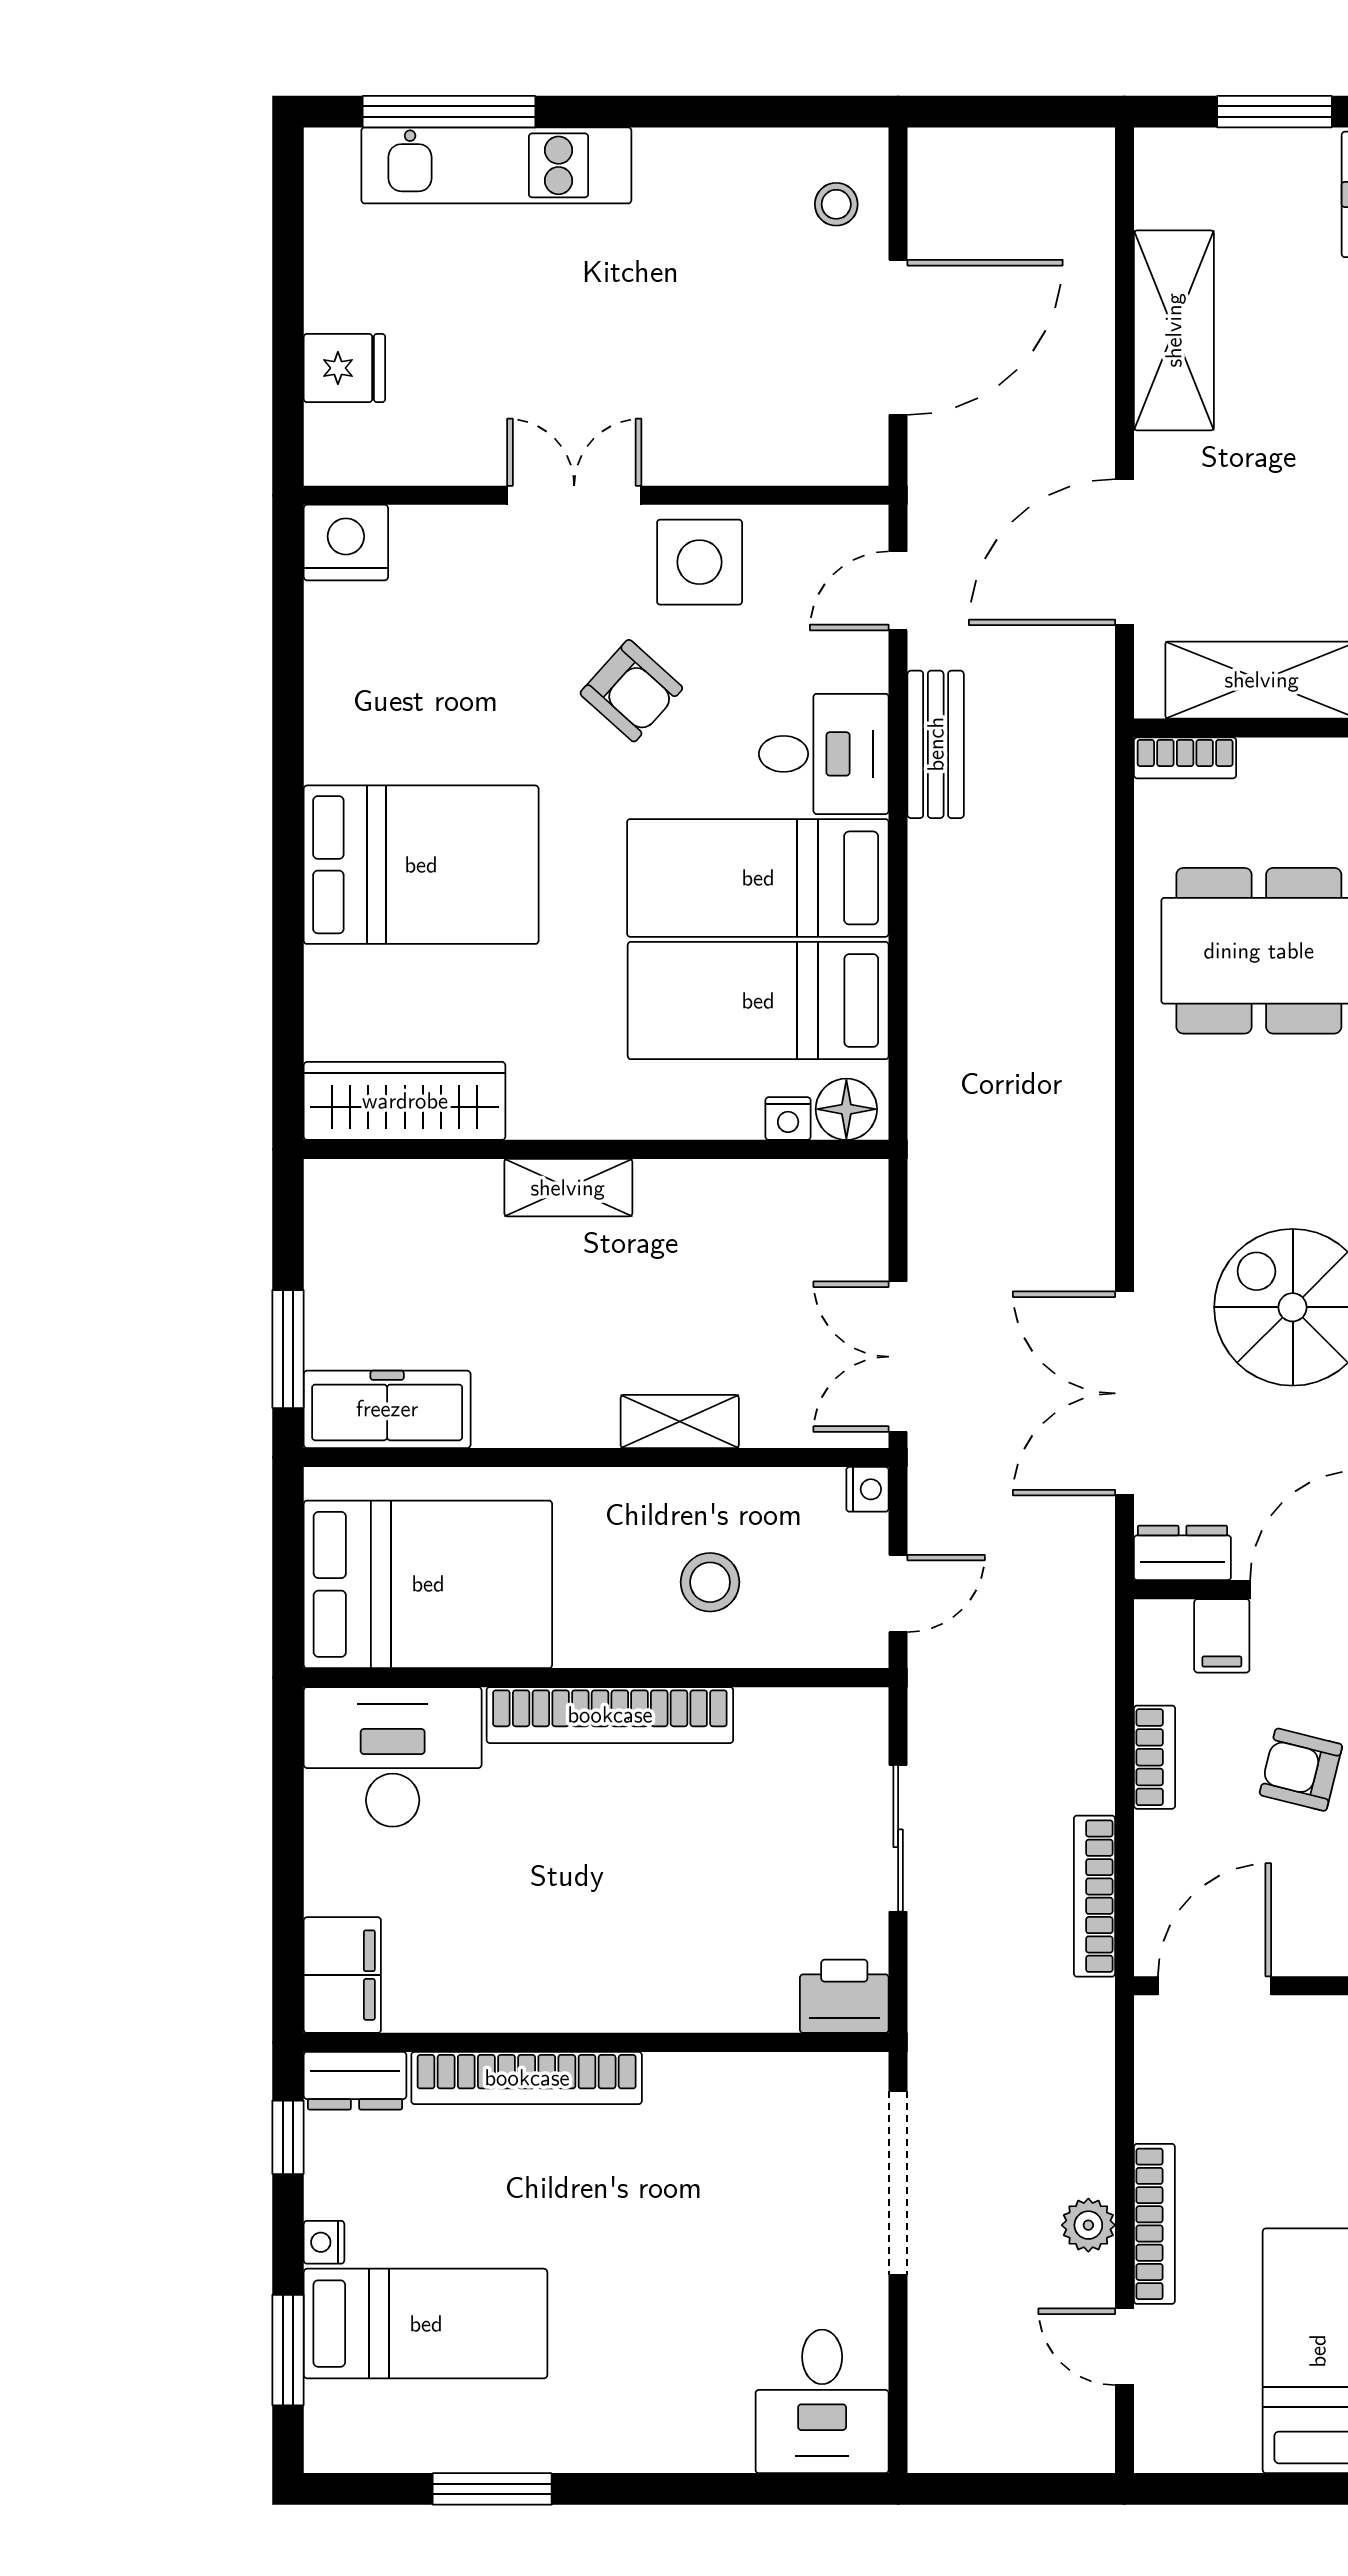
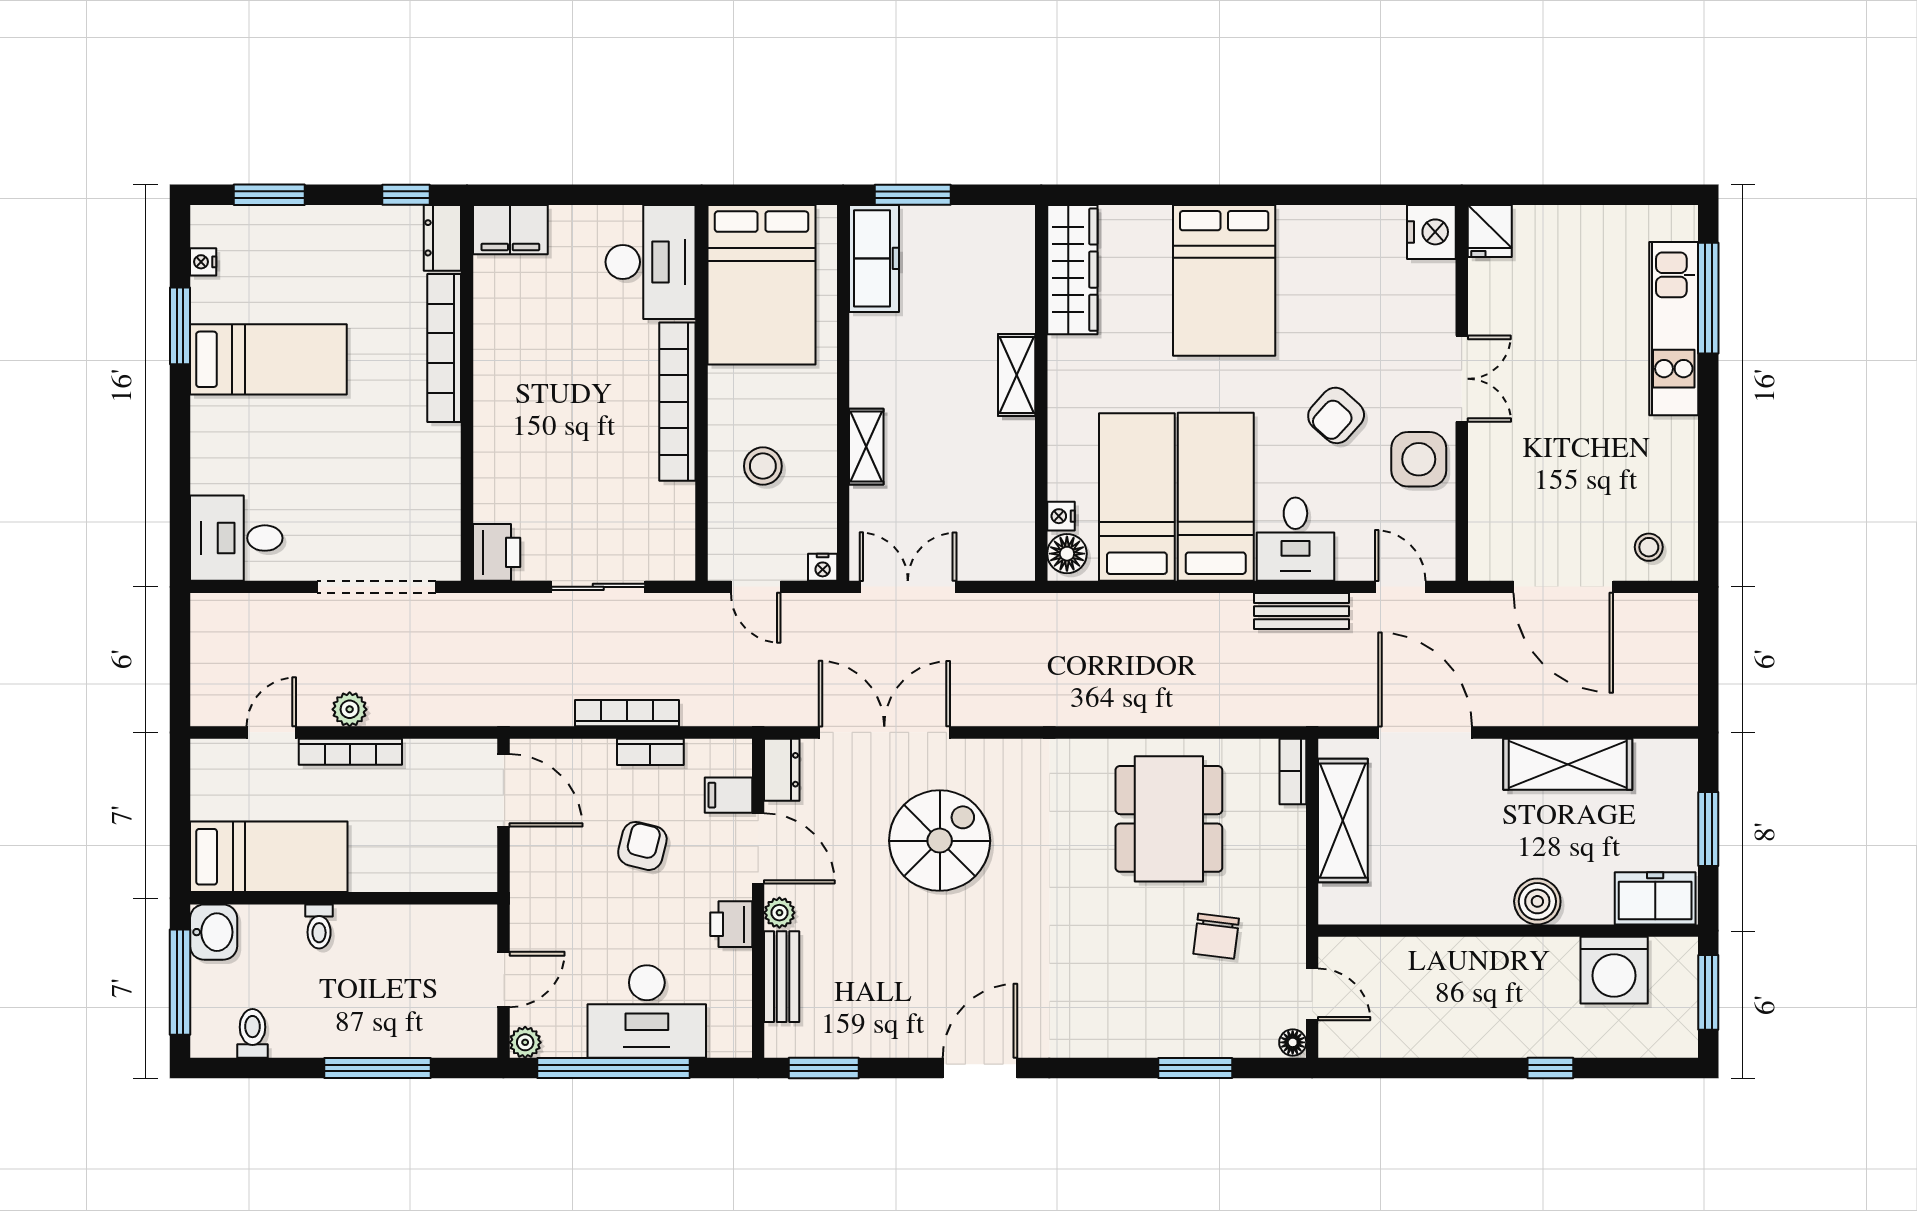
fridge: (344, 368) -> (1490, 231), moved
bookcase: (1094, 1896) -> (627, 713), moved
nightstand: (324, 2242) -> (203, 262), moved, turned -90
bed: (426, 2324) -> (268, 359), moved, turned -90

